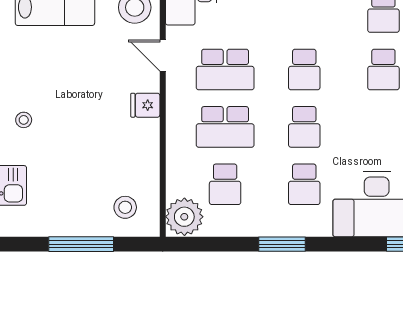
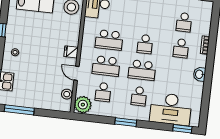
door: (163, 55) -> (76, 73), moved
school desk: (304, 127) -> (142, 70), width x1.85
stool: (125, 207) -> (67, 94), moved
window: (81, 244) -> (19, 110), moved

